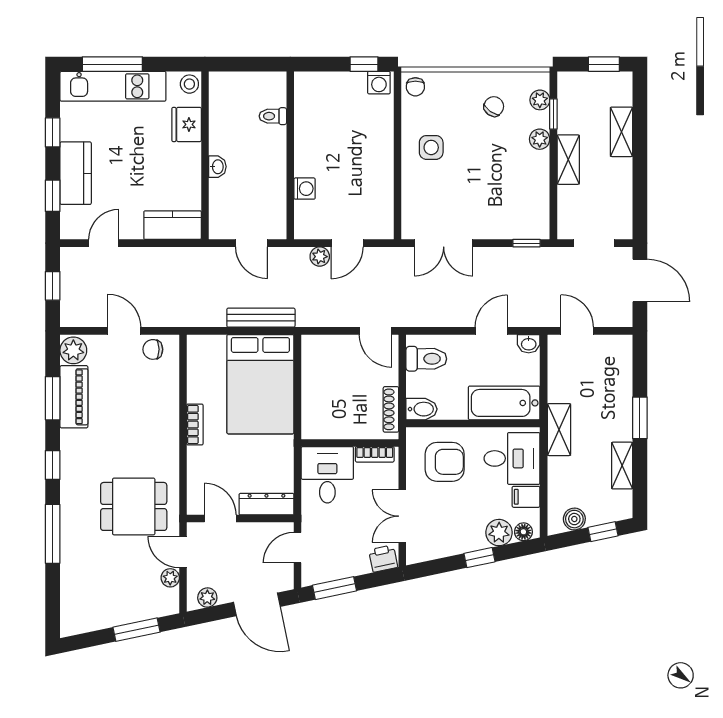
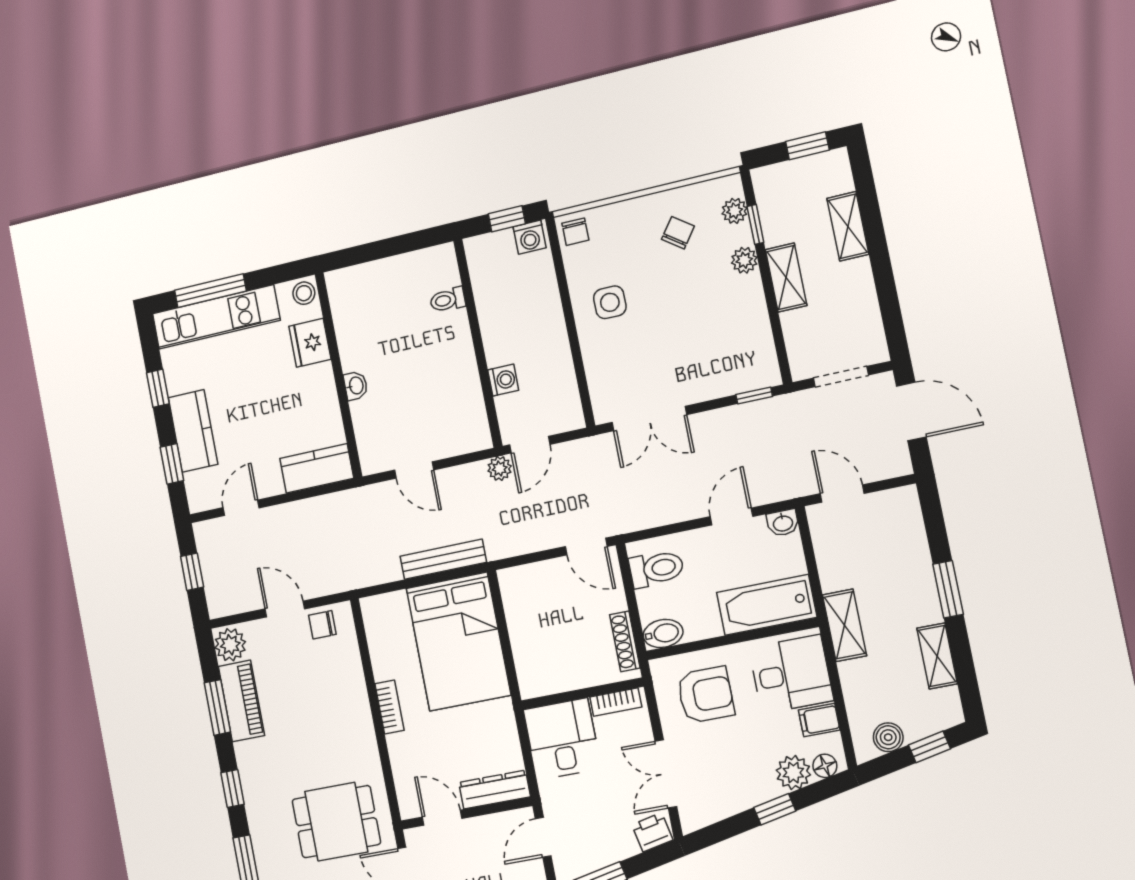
toilet: (273, 116) -> (448, 300), moved
wall: (290, 155) -> (478, 343), moved
washing machine: (305, 189) -> (503, 380), moved

